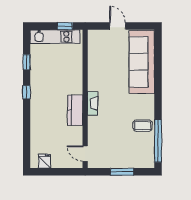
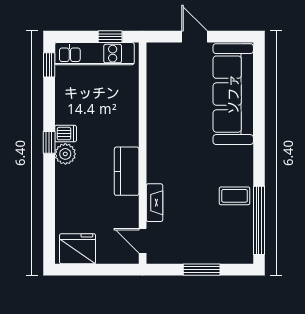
window: (27, 62) -> (49, 65), moved
dishwasher: (37, 87) -> (66, 134), added
plant: (37, 99) -> (65, 154), added
fireplace: (93, 103) -> (154, 203), moved
fridge: (44, 161) -> (78, 249), width x1.88, depth x1.34

